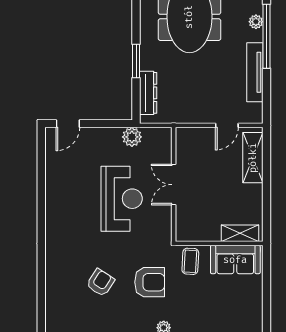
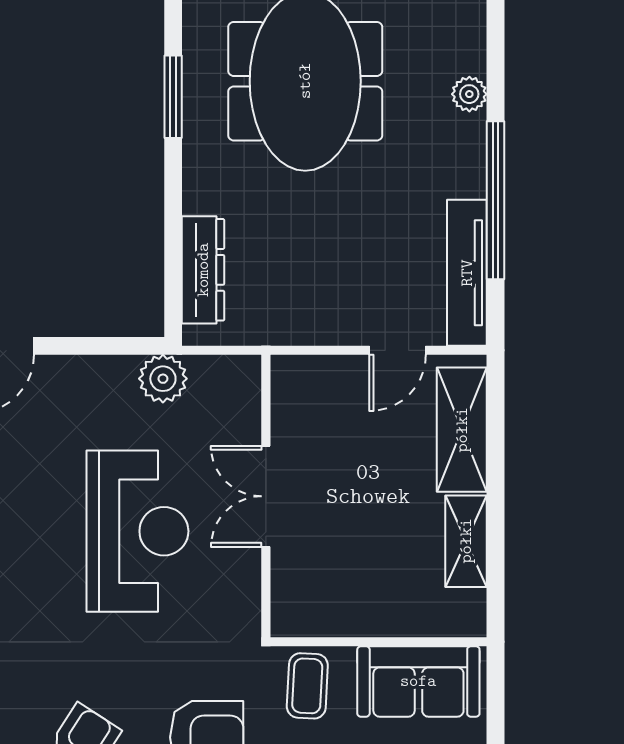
window: (267, 36) -> (496, 200), moved
window: (136, 61) -> (173, 97), moved
tv unit: (255, 72) -> (467, 273), moved
shelving: (240, 233) -> (466, 541), moved, turned 90

